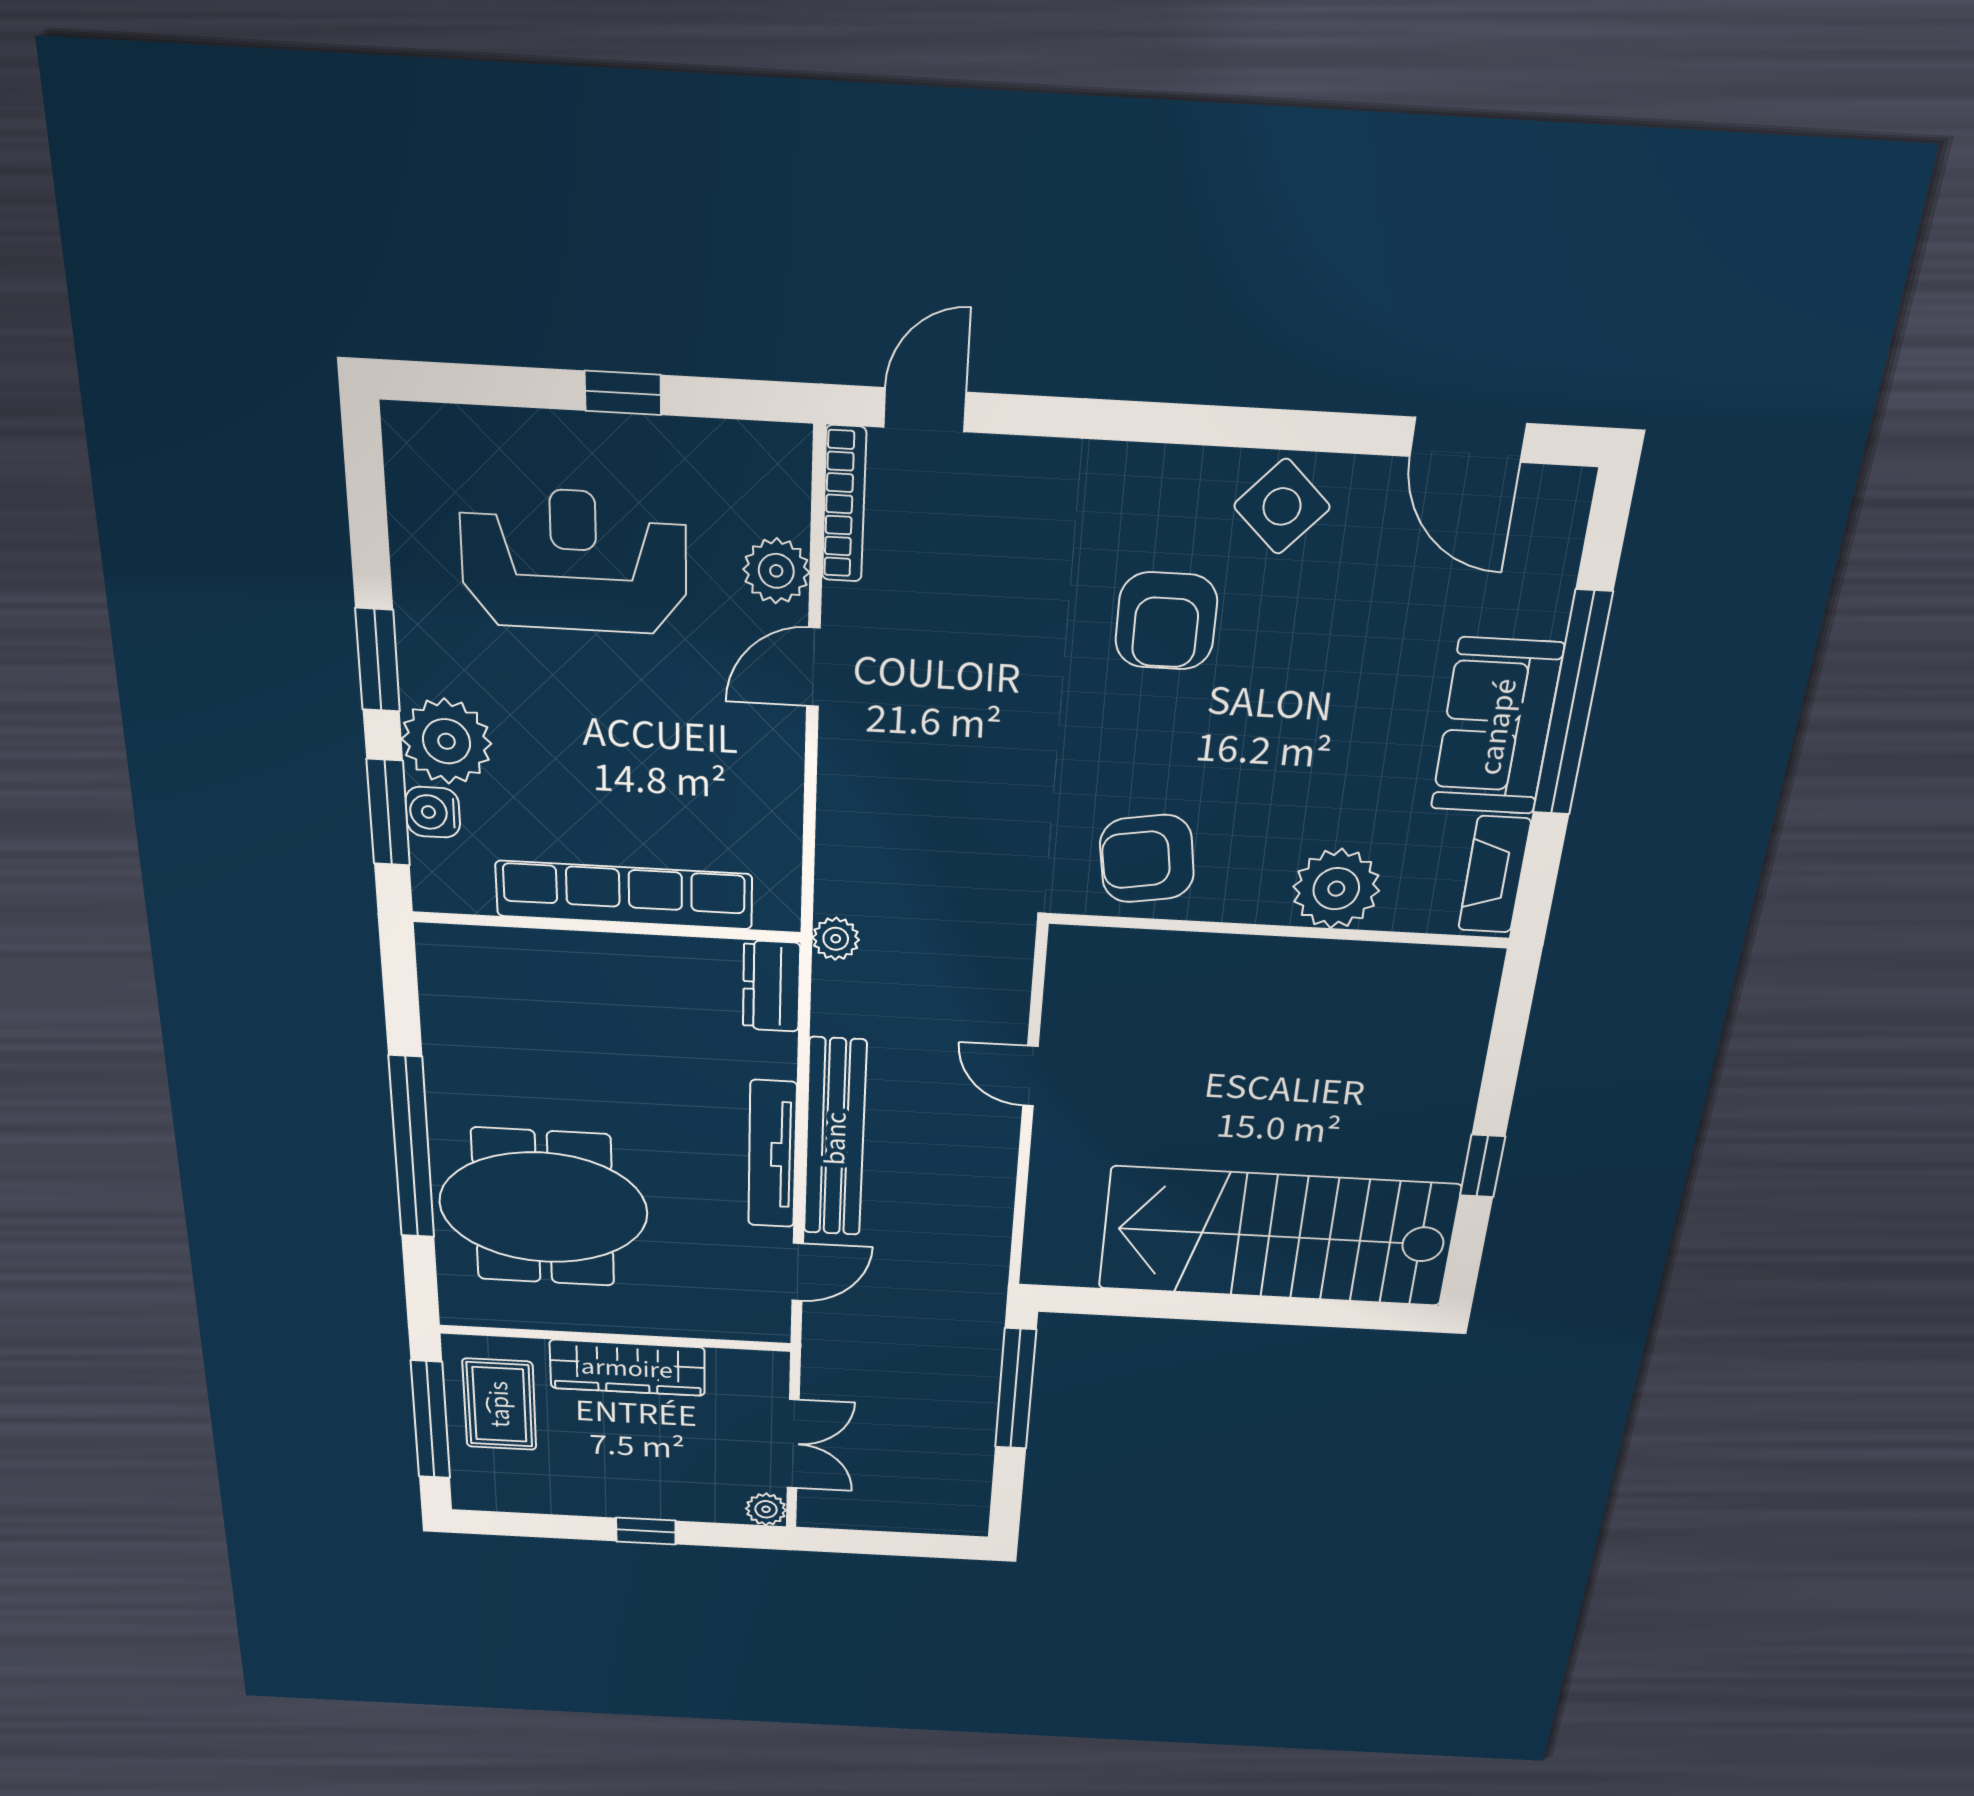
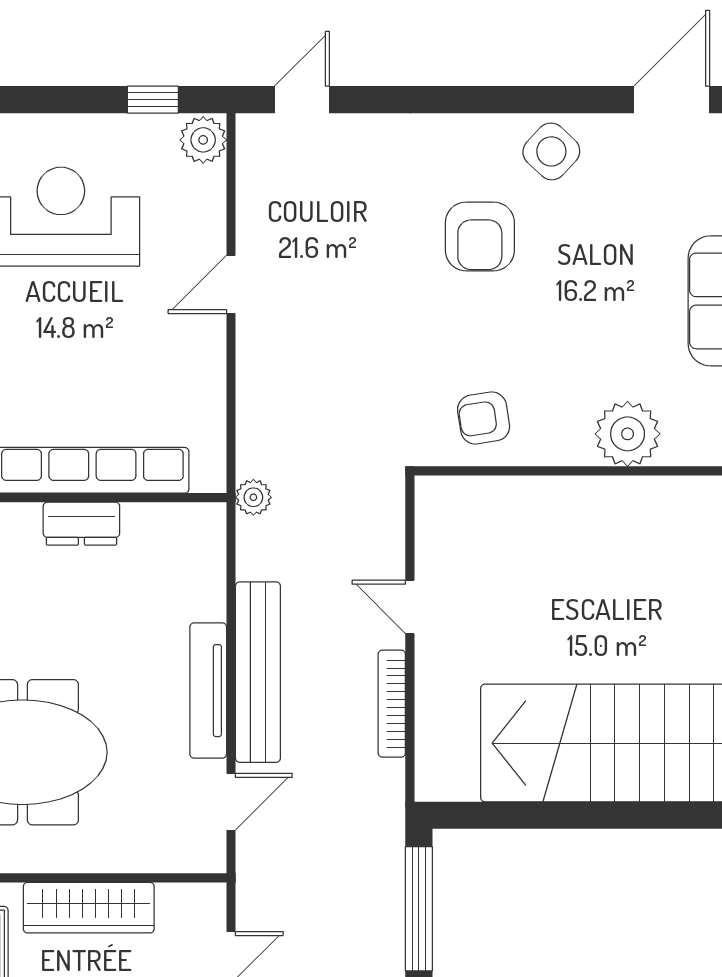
window: (623, 393) -> (153, 100), moved
door: (1468, 440) -> (672, 100), swing flipped
bookcase: (844, 504) -> (392, 704), moved, turned 180
plant: (776, 571) -> (203, 140), moved
armchair: (1147, 859) -> (484, 418), width x0.72, depth x0.72
dresser: (771, 986) -> (81, 524), moved, turned -90

